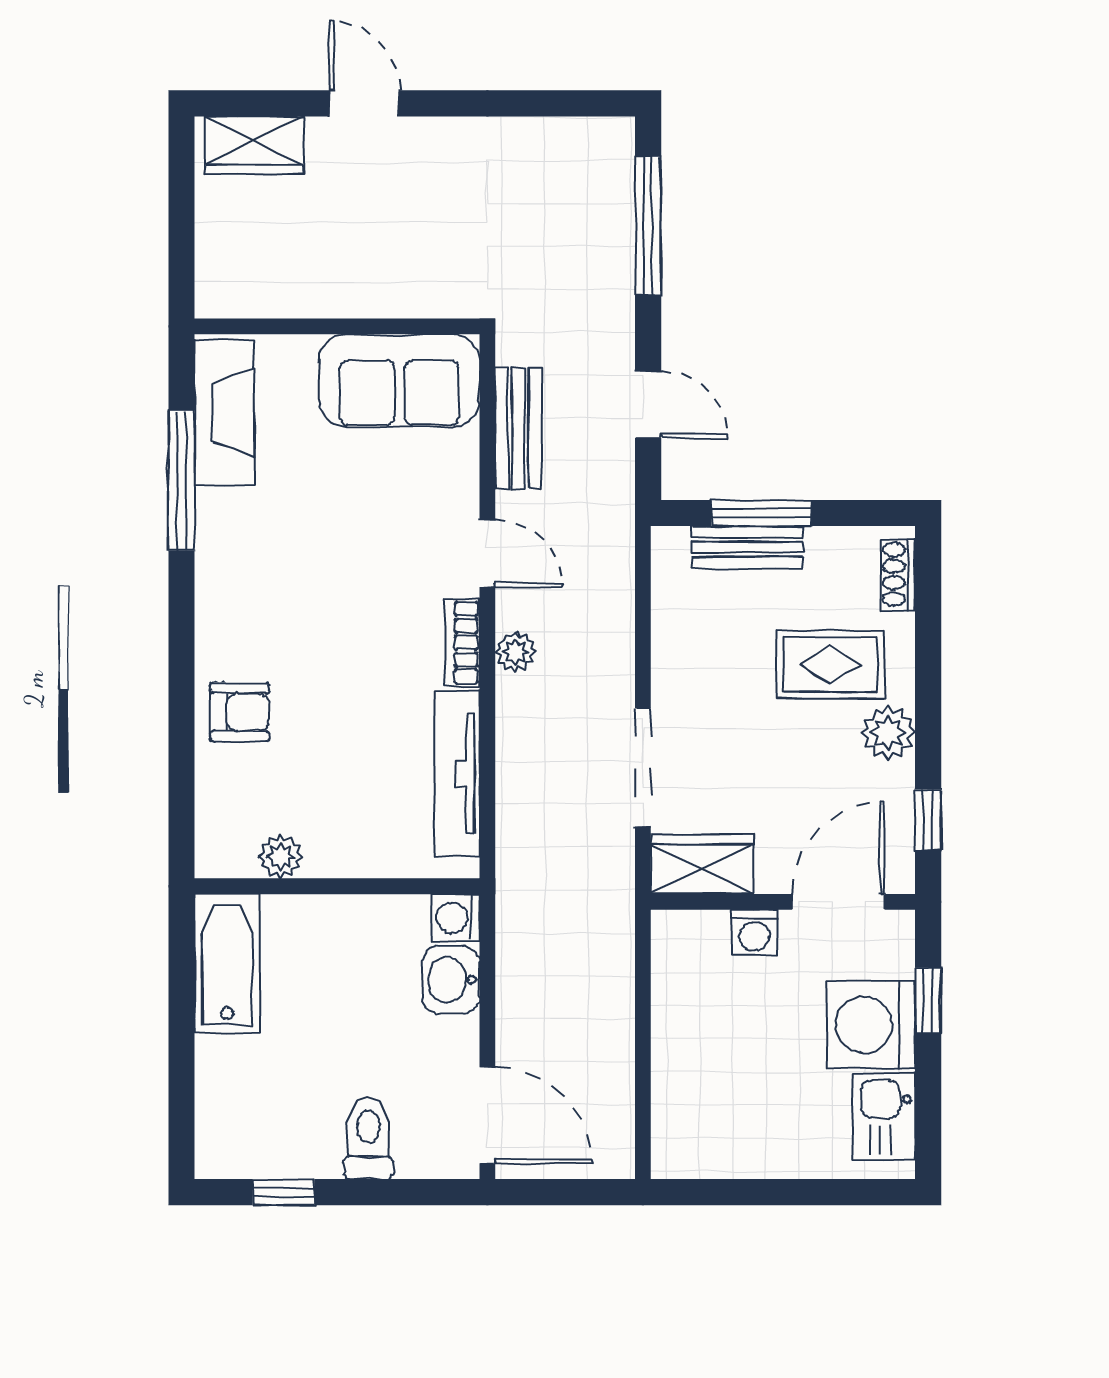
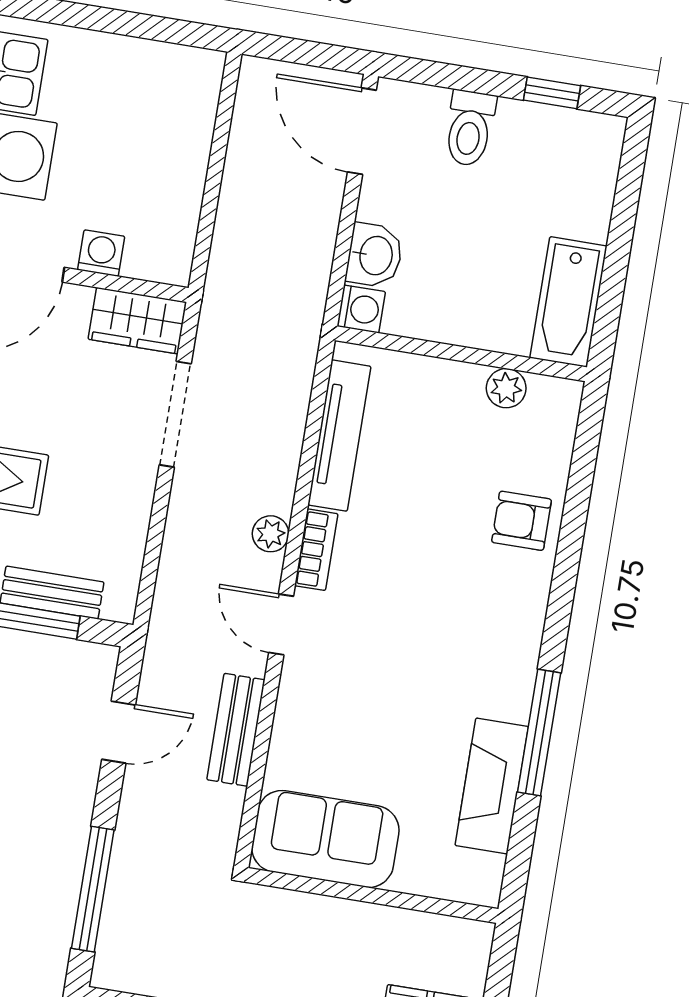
wall: (337, 326) -> (372, 896), moved
sofa: (399, 381) -> (325, 839), moved
door: (648, 405) -> (119, 732), swing flipped

